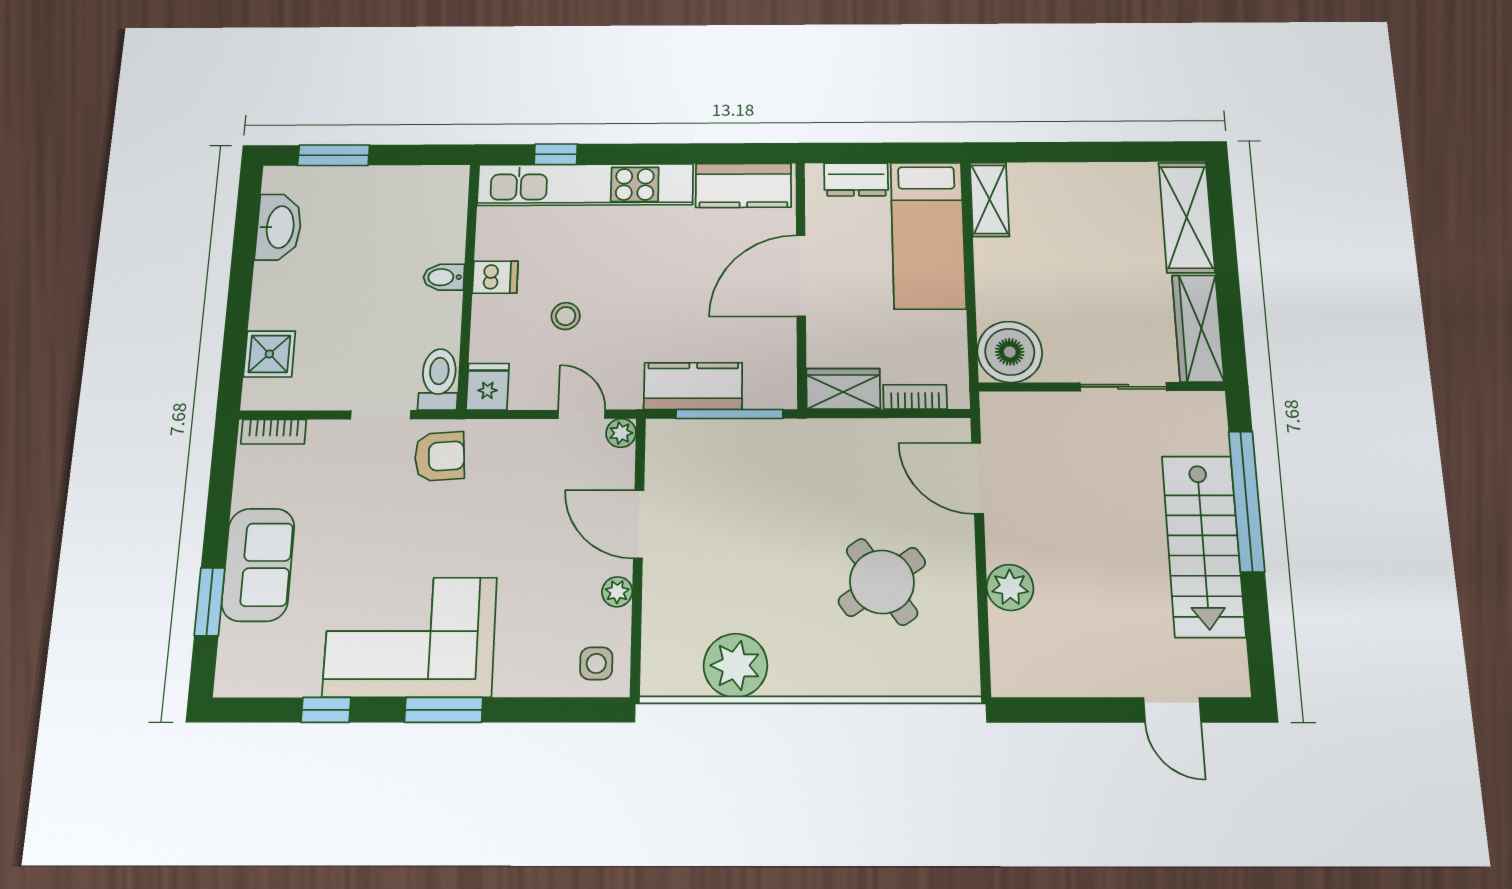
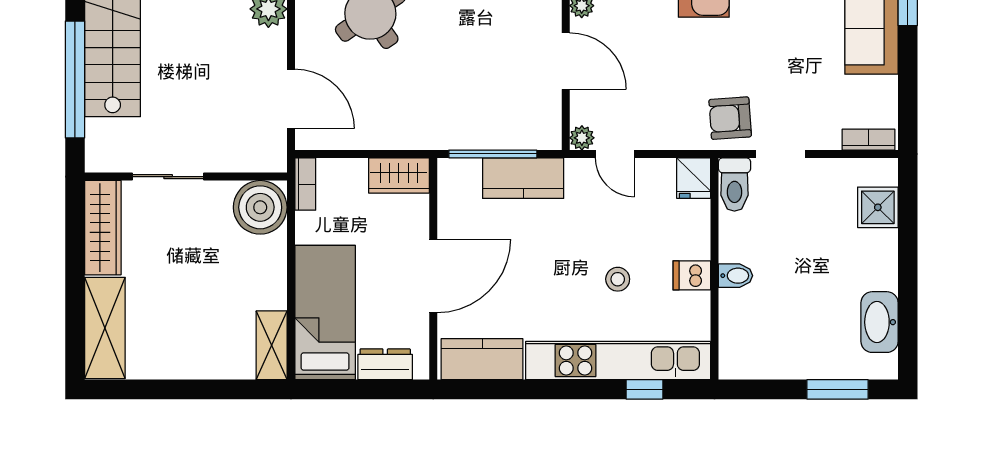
stool: (566, 316) -> (618, 279), moved
bookcase: (915, 397) -> (305, 184), moved, turned -90

